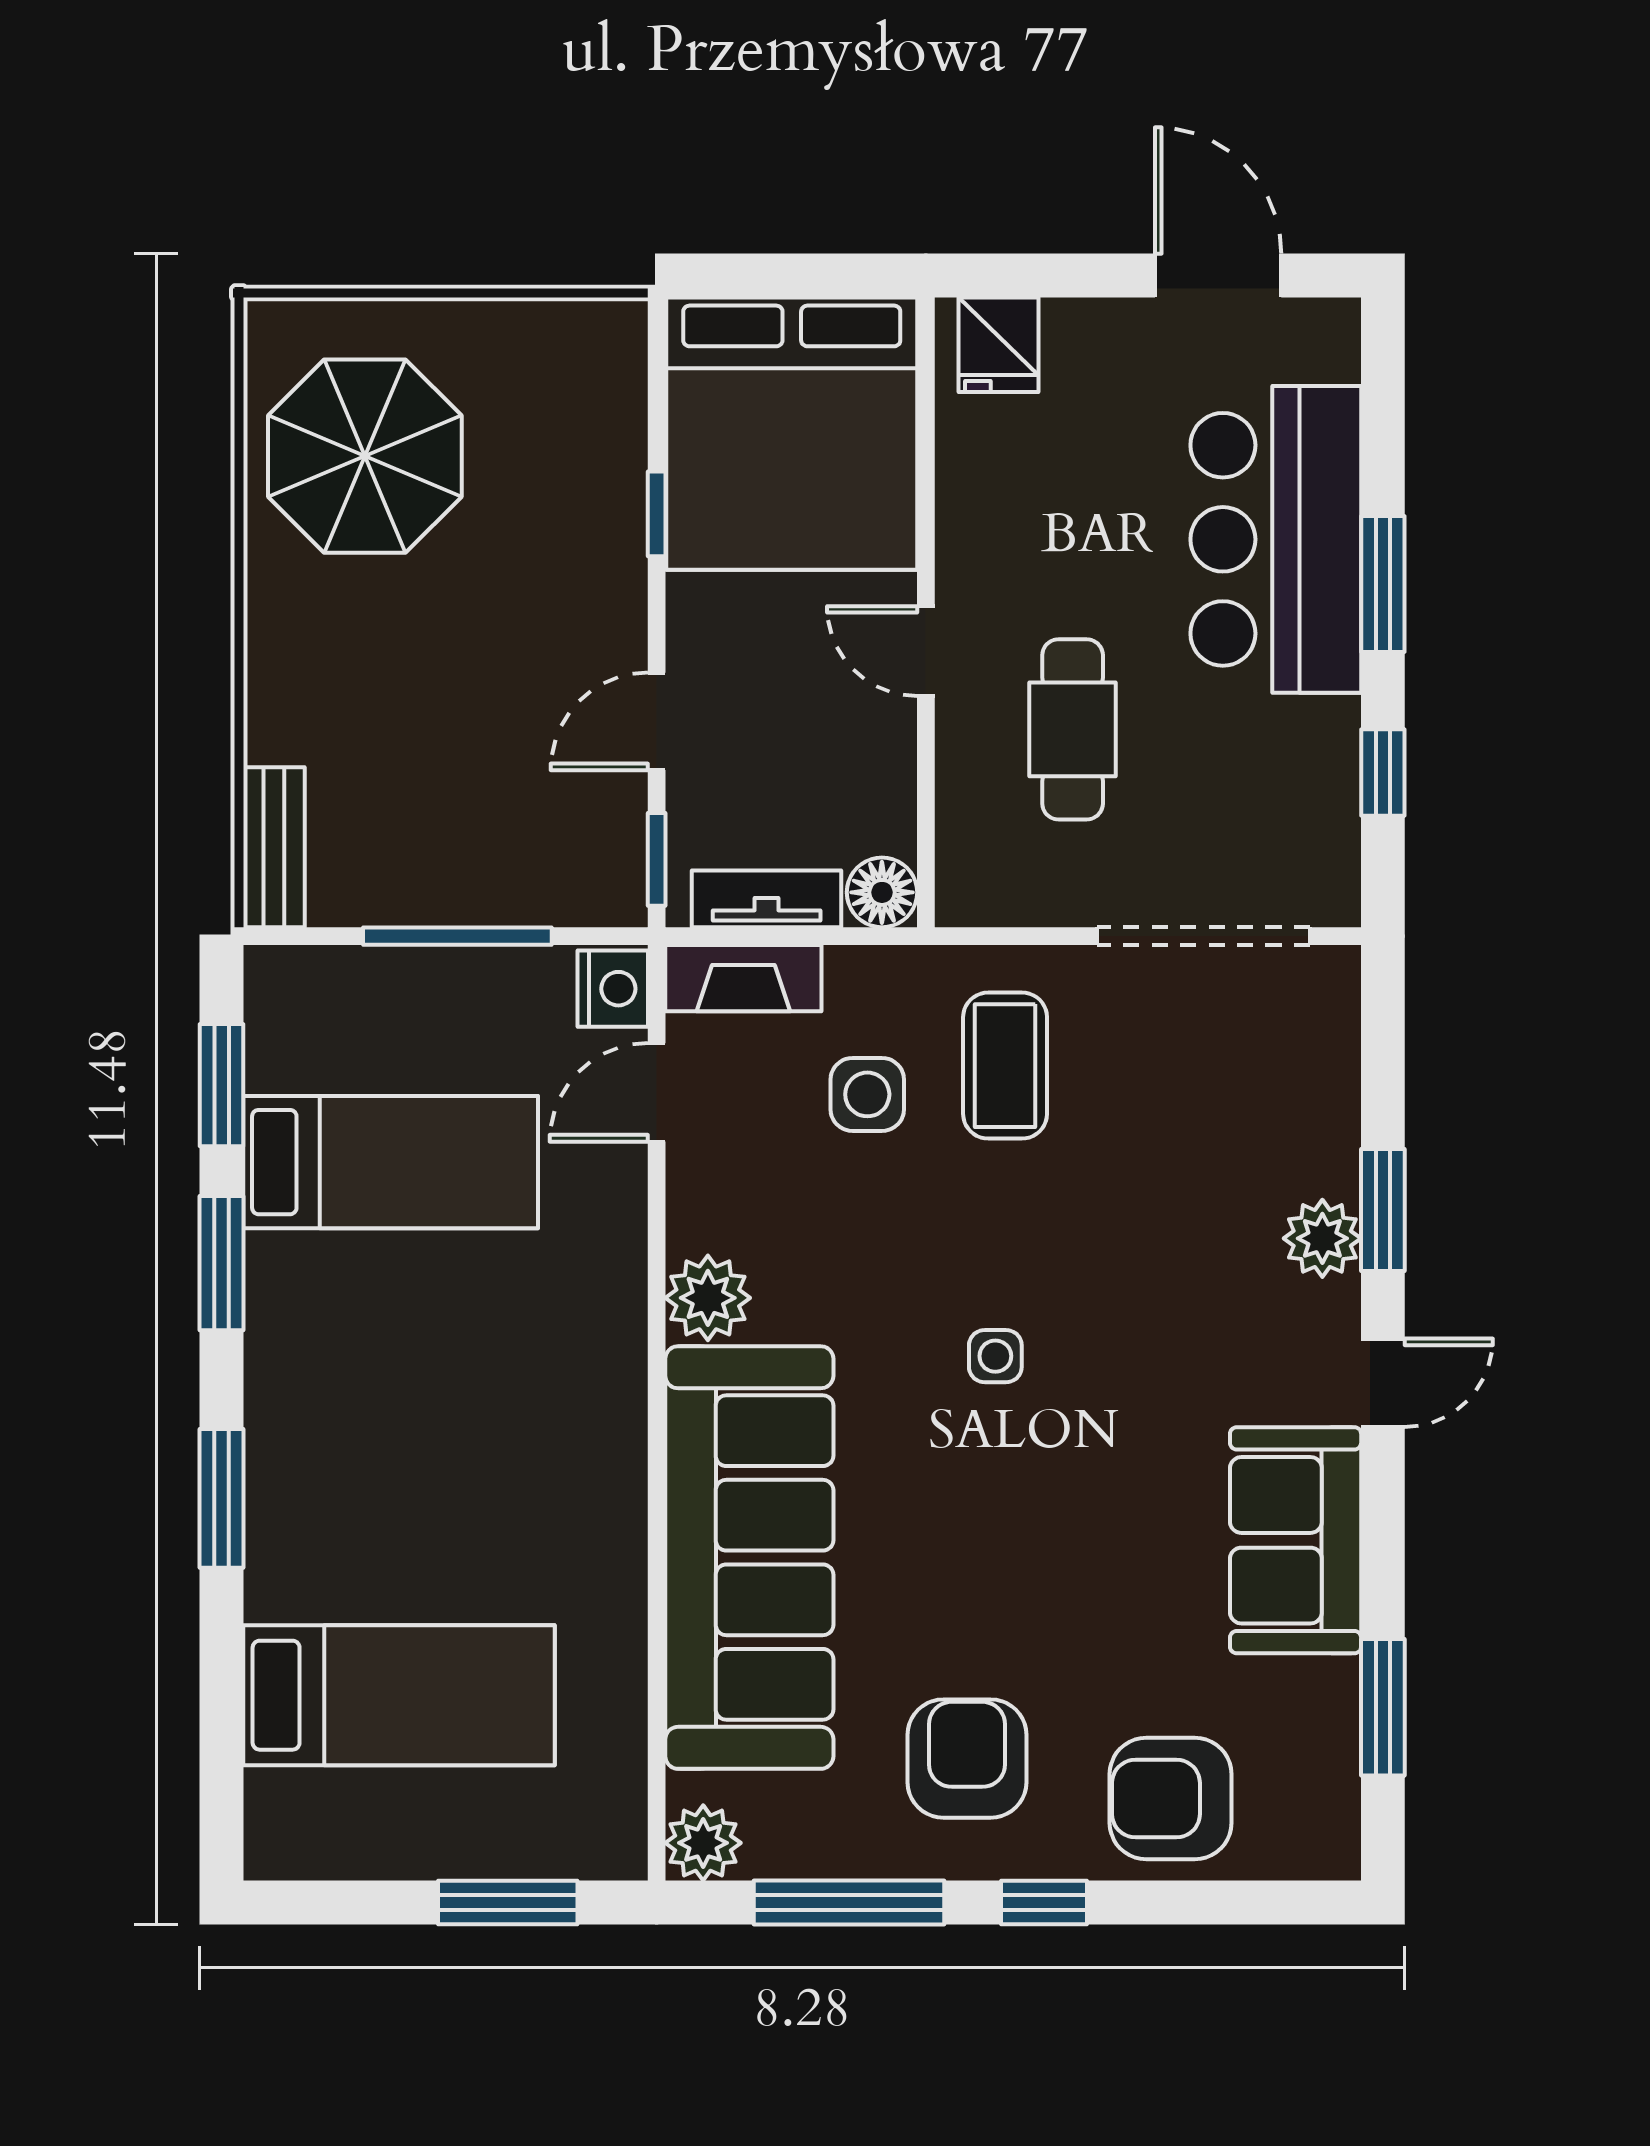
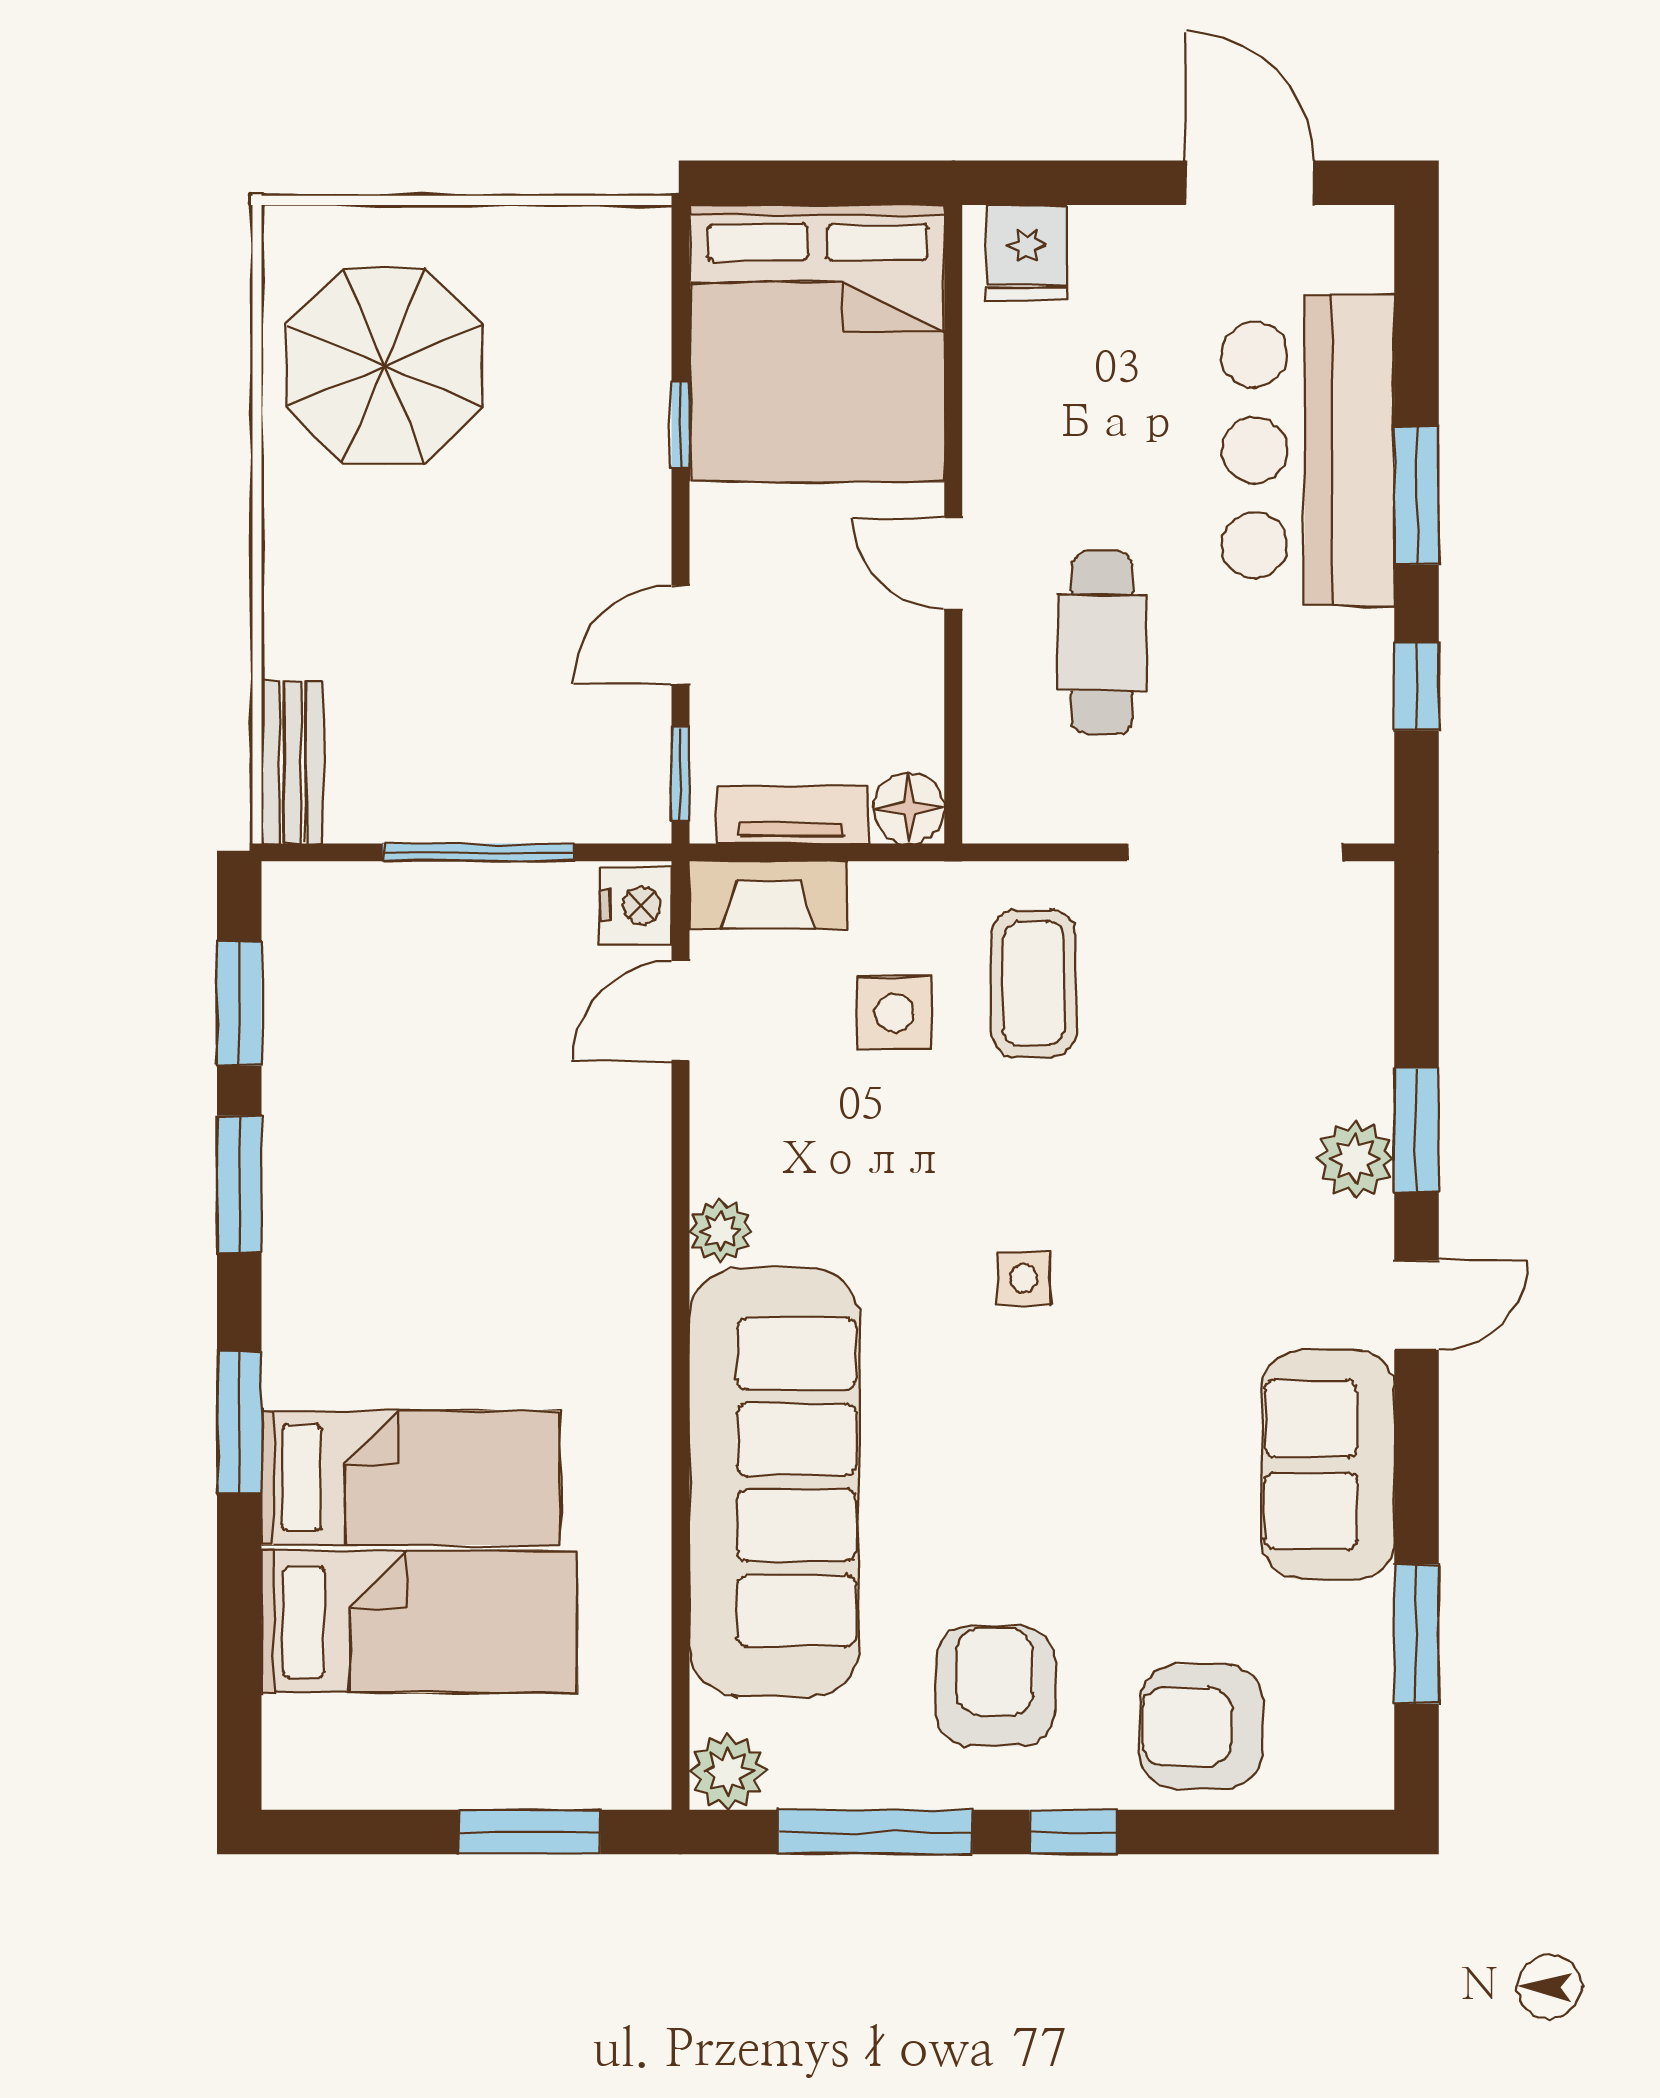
bed: (391, 1162) -> (411, 1478), moved
plant: (708, 1298) -> (721, 1231), width x0.73, depth x0.73

